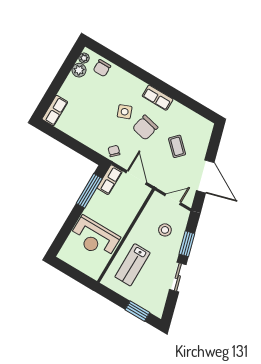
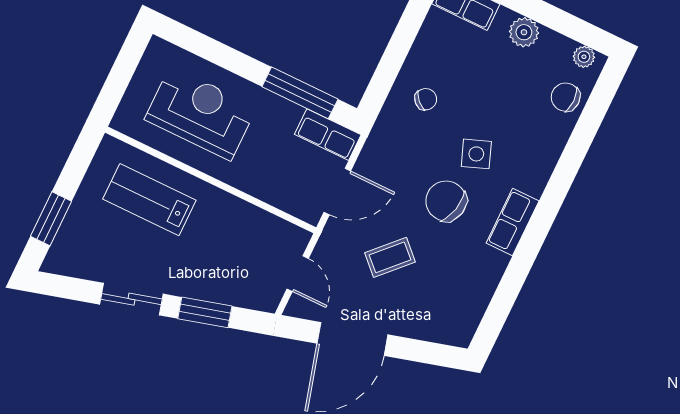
plant: (79, 70) -> (524, 32), moved
coffee table: (177, 146) -> (390, 257), moved
chair: (114, 151) -> (426, 99), moved
stool: (165, 230) -> (230, 263), removed
reception desk: (95, 238) -> (201, 113), turned 90

